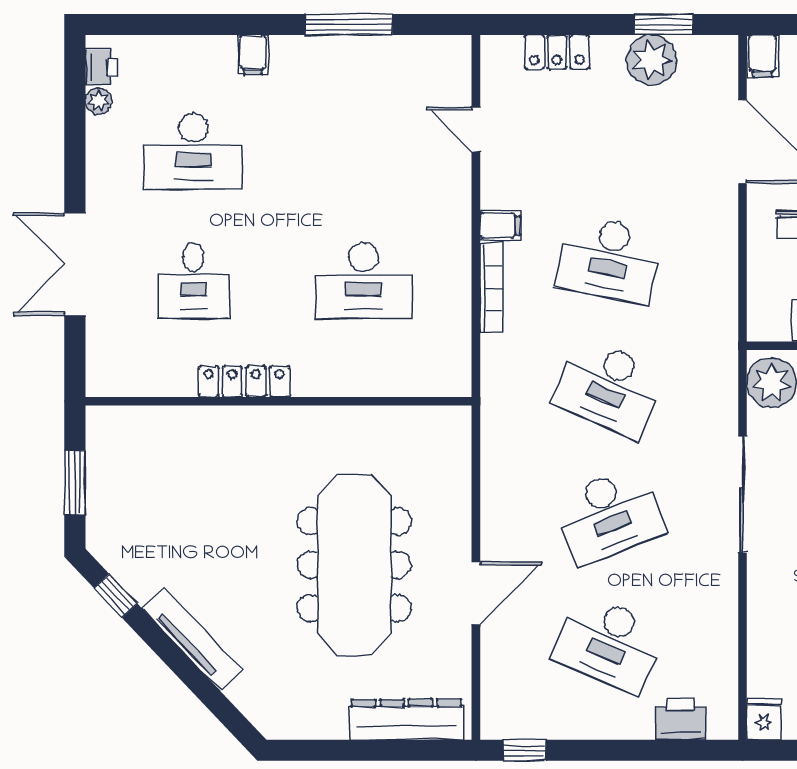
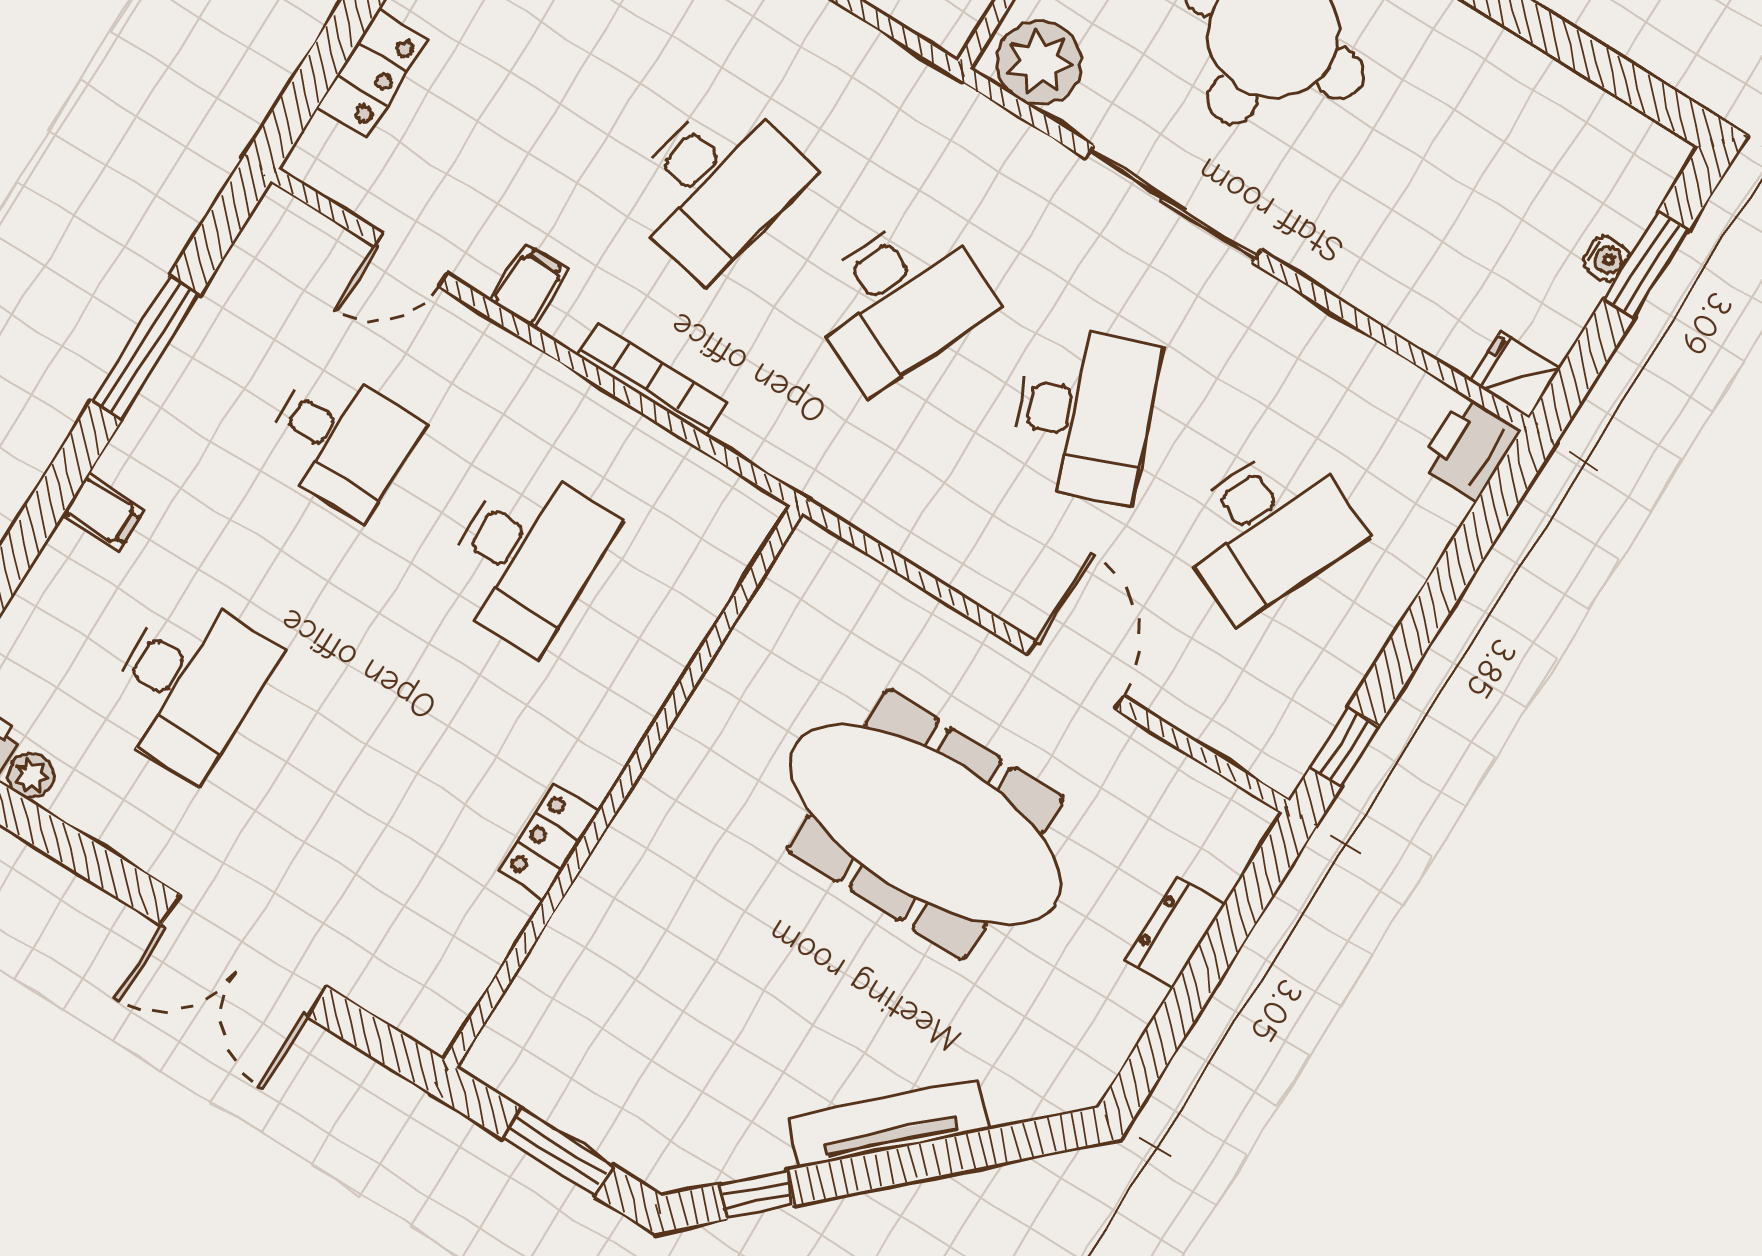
filing cabinet: (500, 225) -> (529, 286), moved
desk: (193, 281) -> (341, 440), moved
locker: (244, 381) -> (549, 842), width x0.66
printer: (680, 719) -> (1470, 448), moved
dresser: (406, 720) -> (1175, 932), width x0.51, depth x0.80

